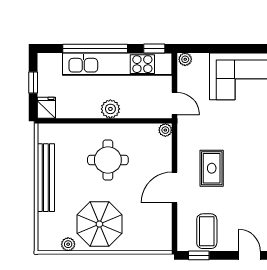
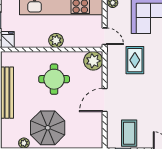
plant: (165, 130) -> (93, 61), width x1.88, depth x1.88
rug: (212, 168) -> (135, 60), moved

